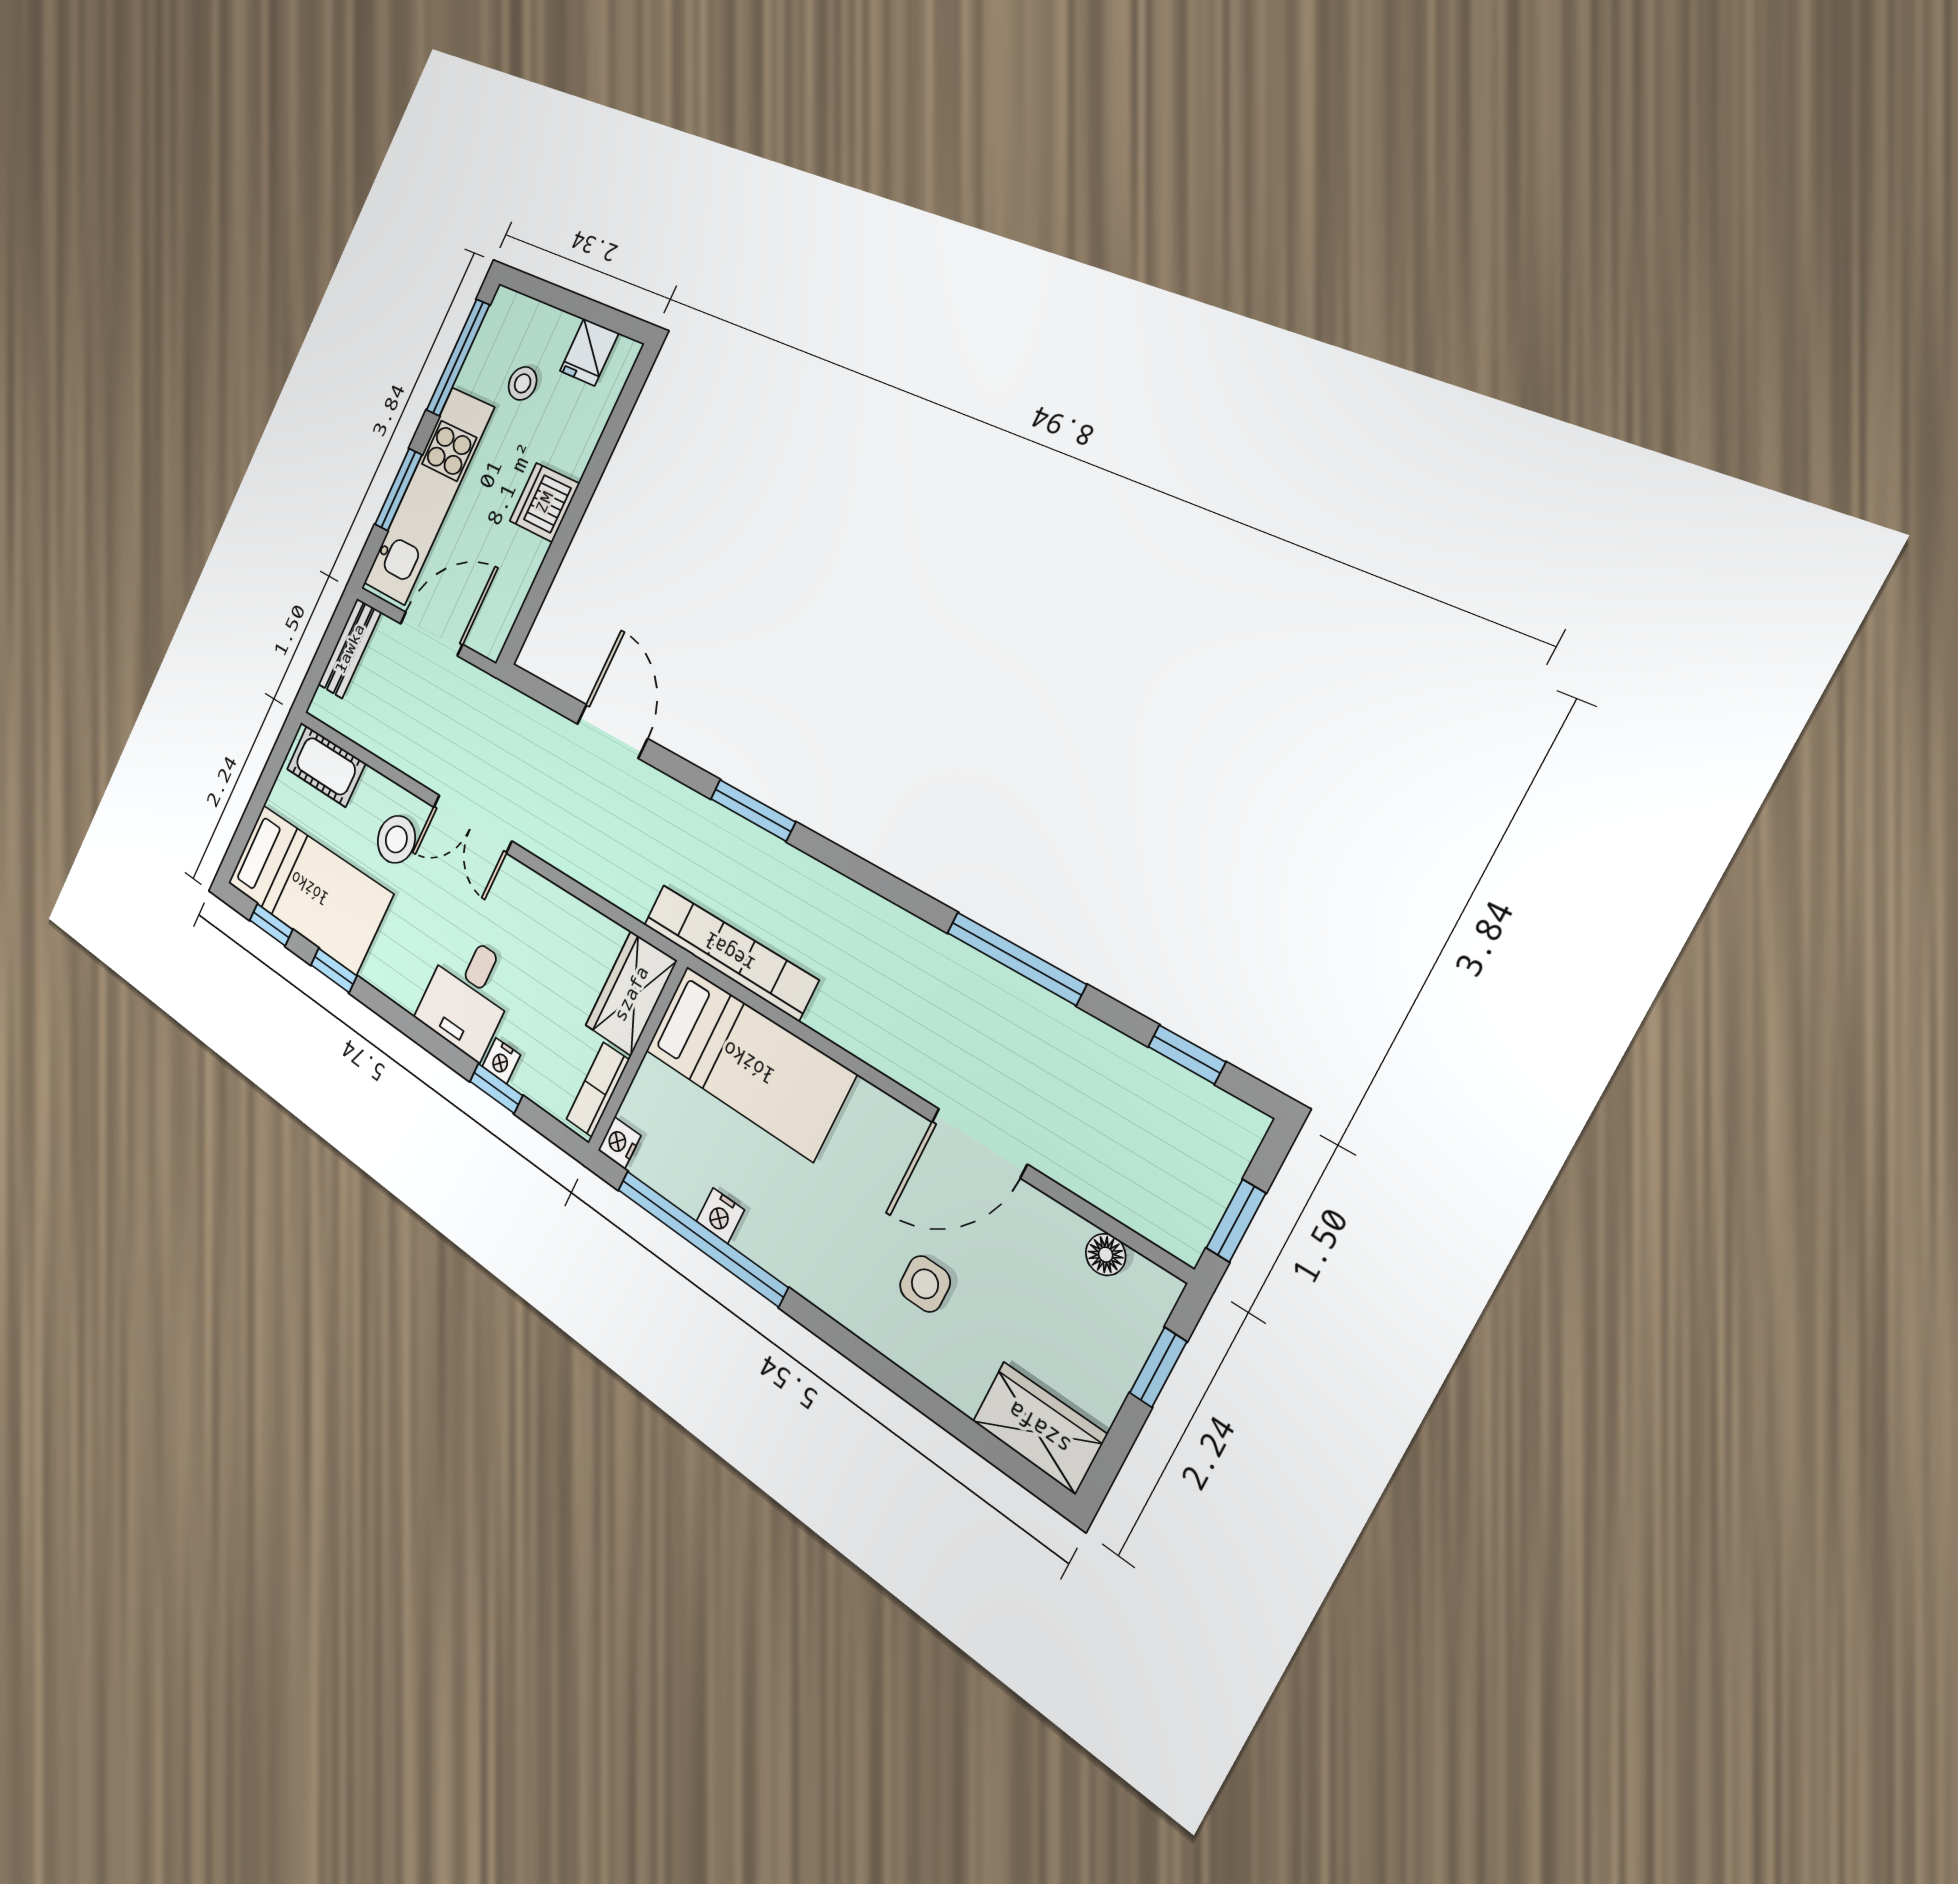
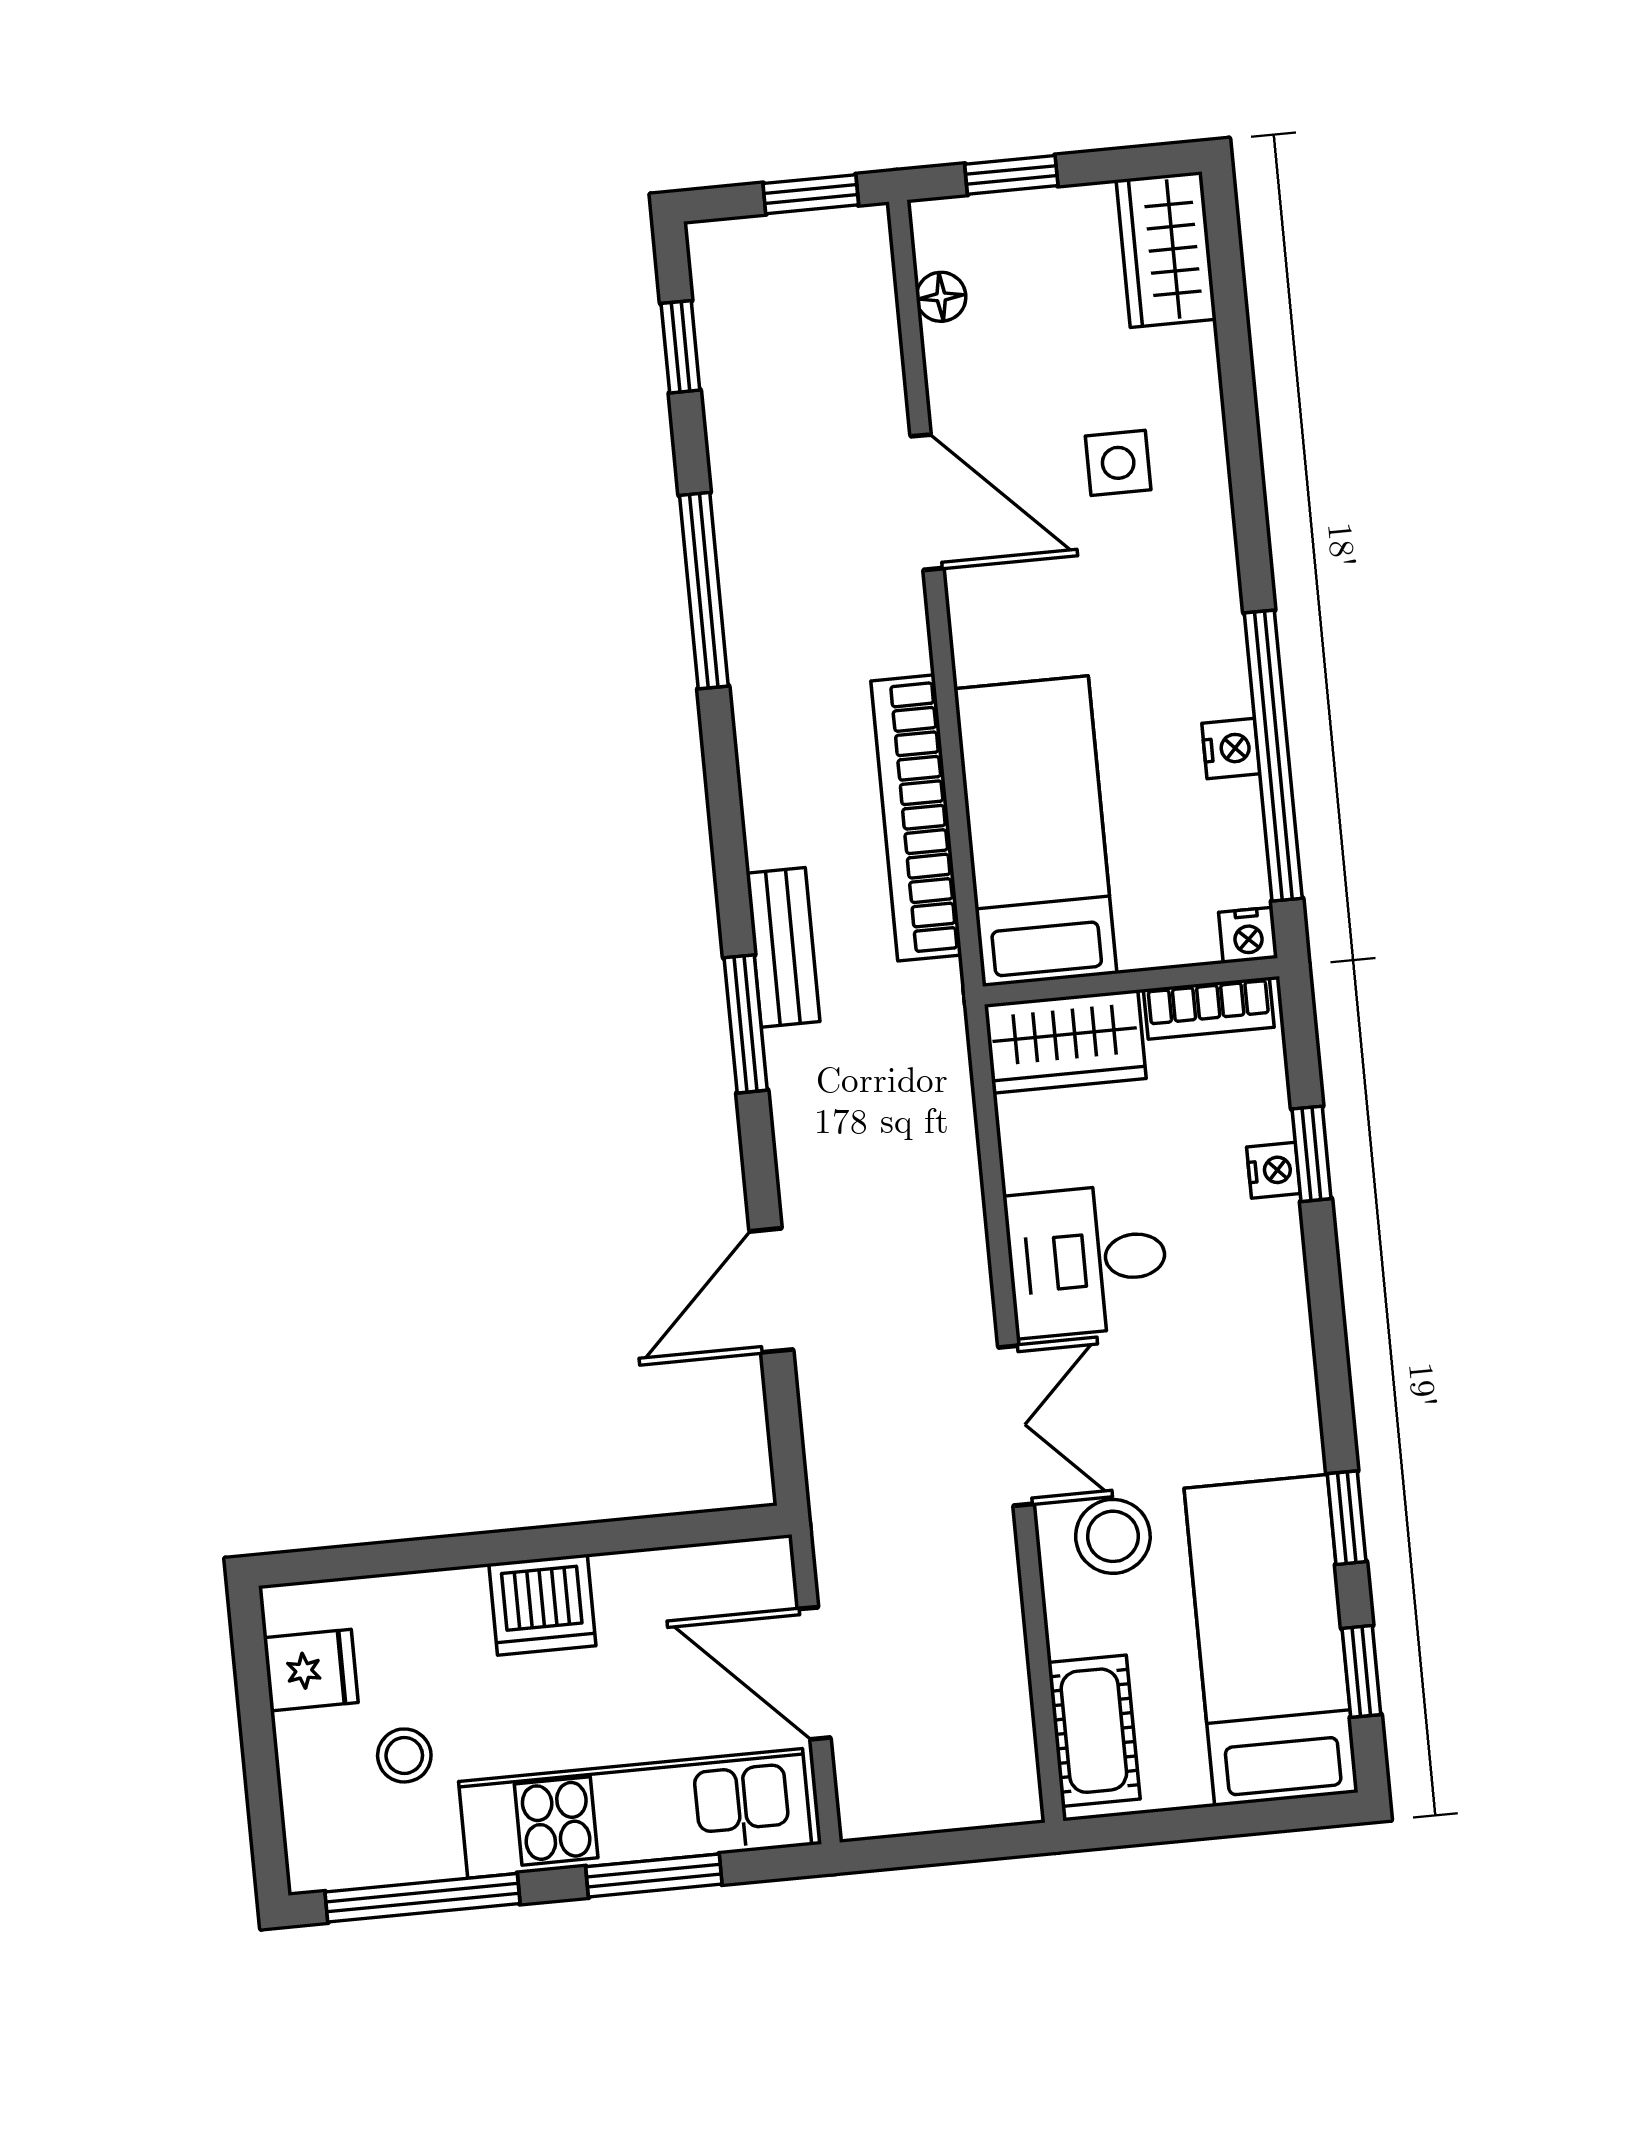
bench: (350, 648) -> (783, 947), moved, turned 90
bookcase: (729, 952) -> (916, 818), moved
desk: (467, 995) -> (1087, 1260), moved, turned 180

